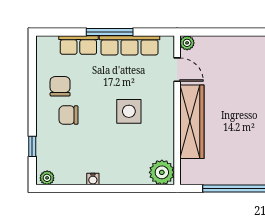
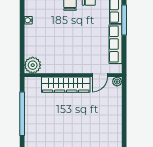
window: (110, 32) -> (124, 20), moved
side table: (129, 111) -> (72, 44), removed

